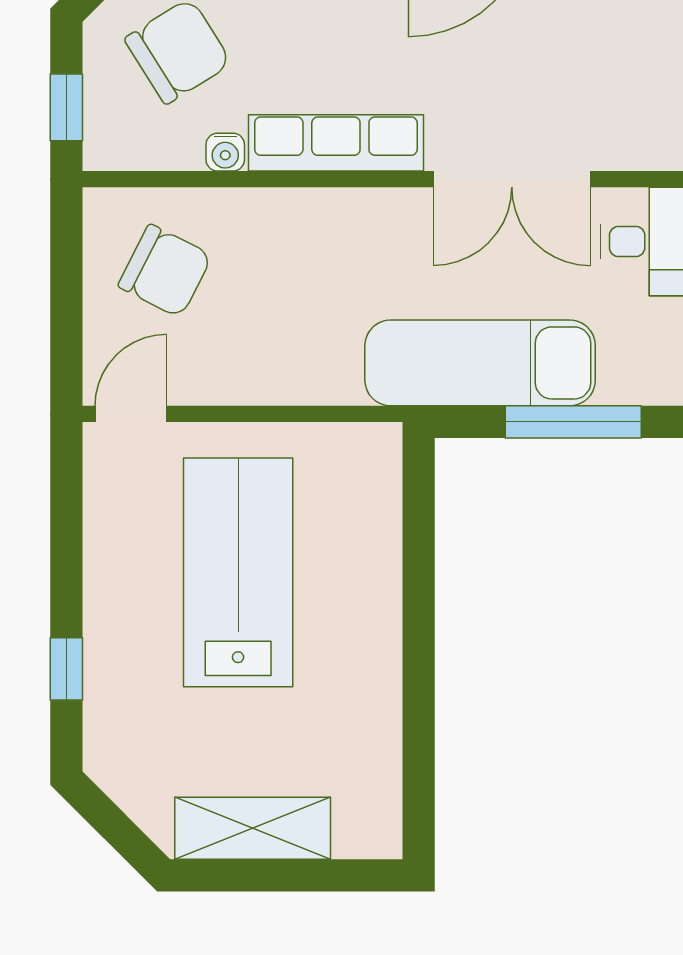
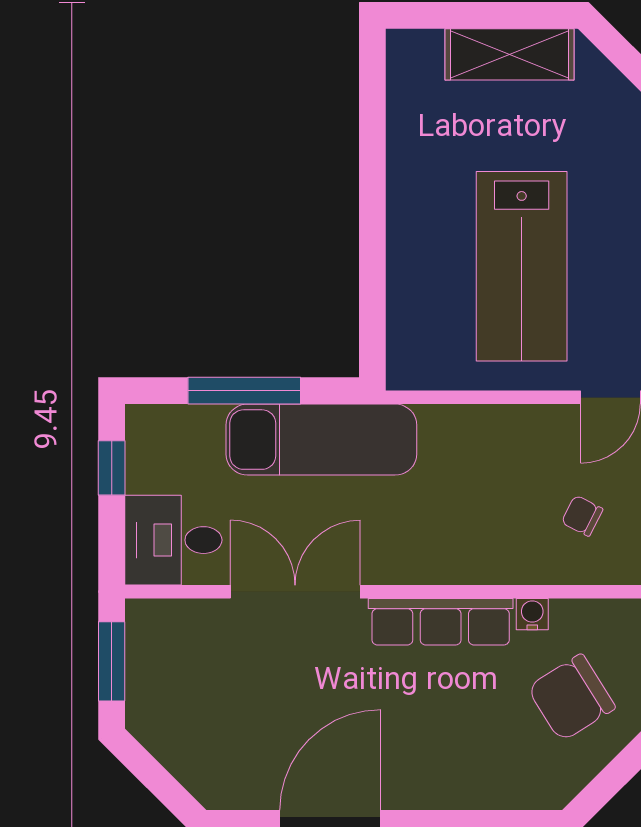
chair: (165, 271) -> (582, 516), width x0.54, depth x0.54

